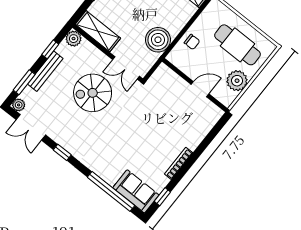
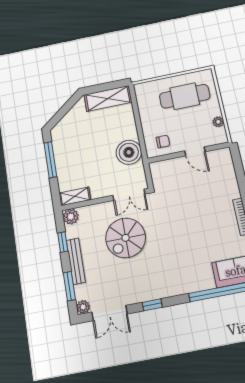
shelving: (98, 31) -> (75, 196), width x0.67, depth x0.75
chair: (192, 42) -> (163, 141), moved
plant: (237, 81) -> (218, 122), width x0.53, depth x0.53
door: (200, 89) -> (195, 151), swing flipped

